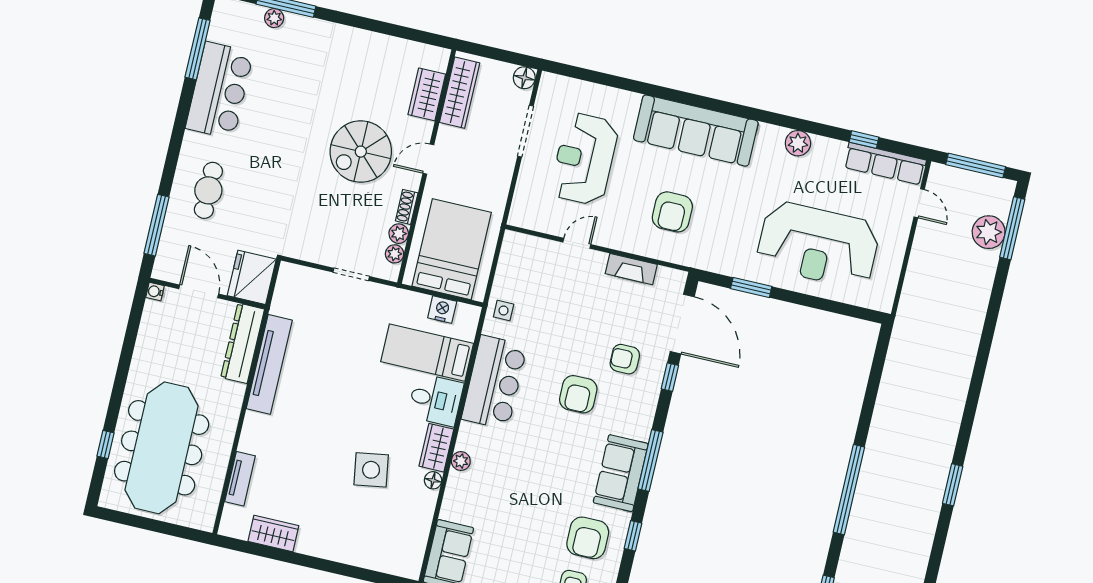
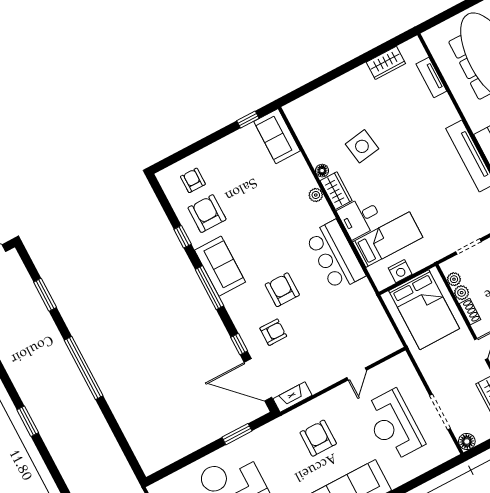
reception desk: (584, 159) -> (393, 425), turned 180
fireplace: (631, 269) -> (292, 397), moved
side table: (504, 310) -> (365, 300), removed

